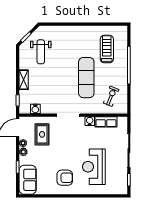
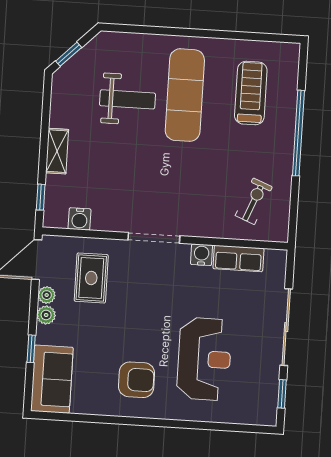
weight bench: (41, 52) -> (127, 99), moved, turned -90
exercise mat: (86, 78) -> (185, 95), moved
reception desk: (94, 167) -> (204, 359), turned 180

